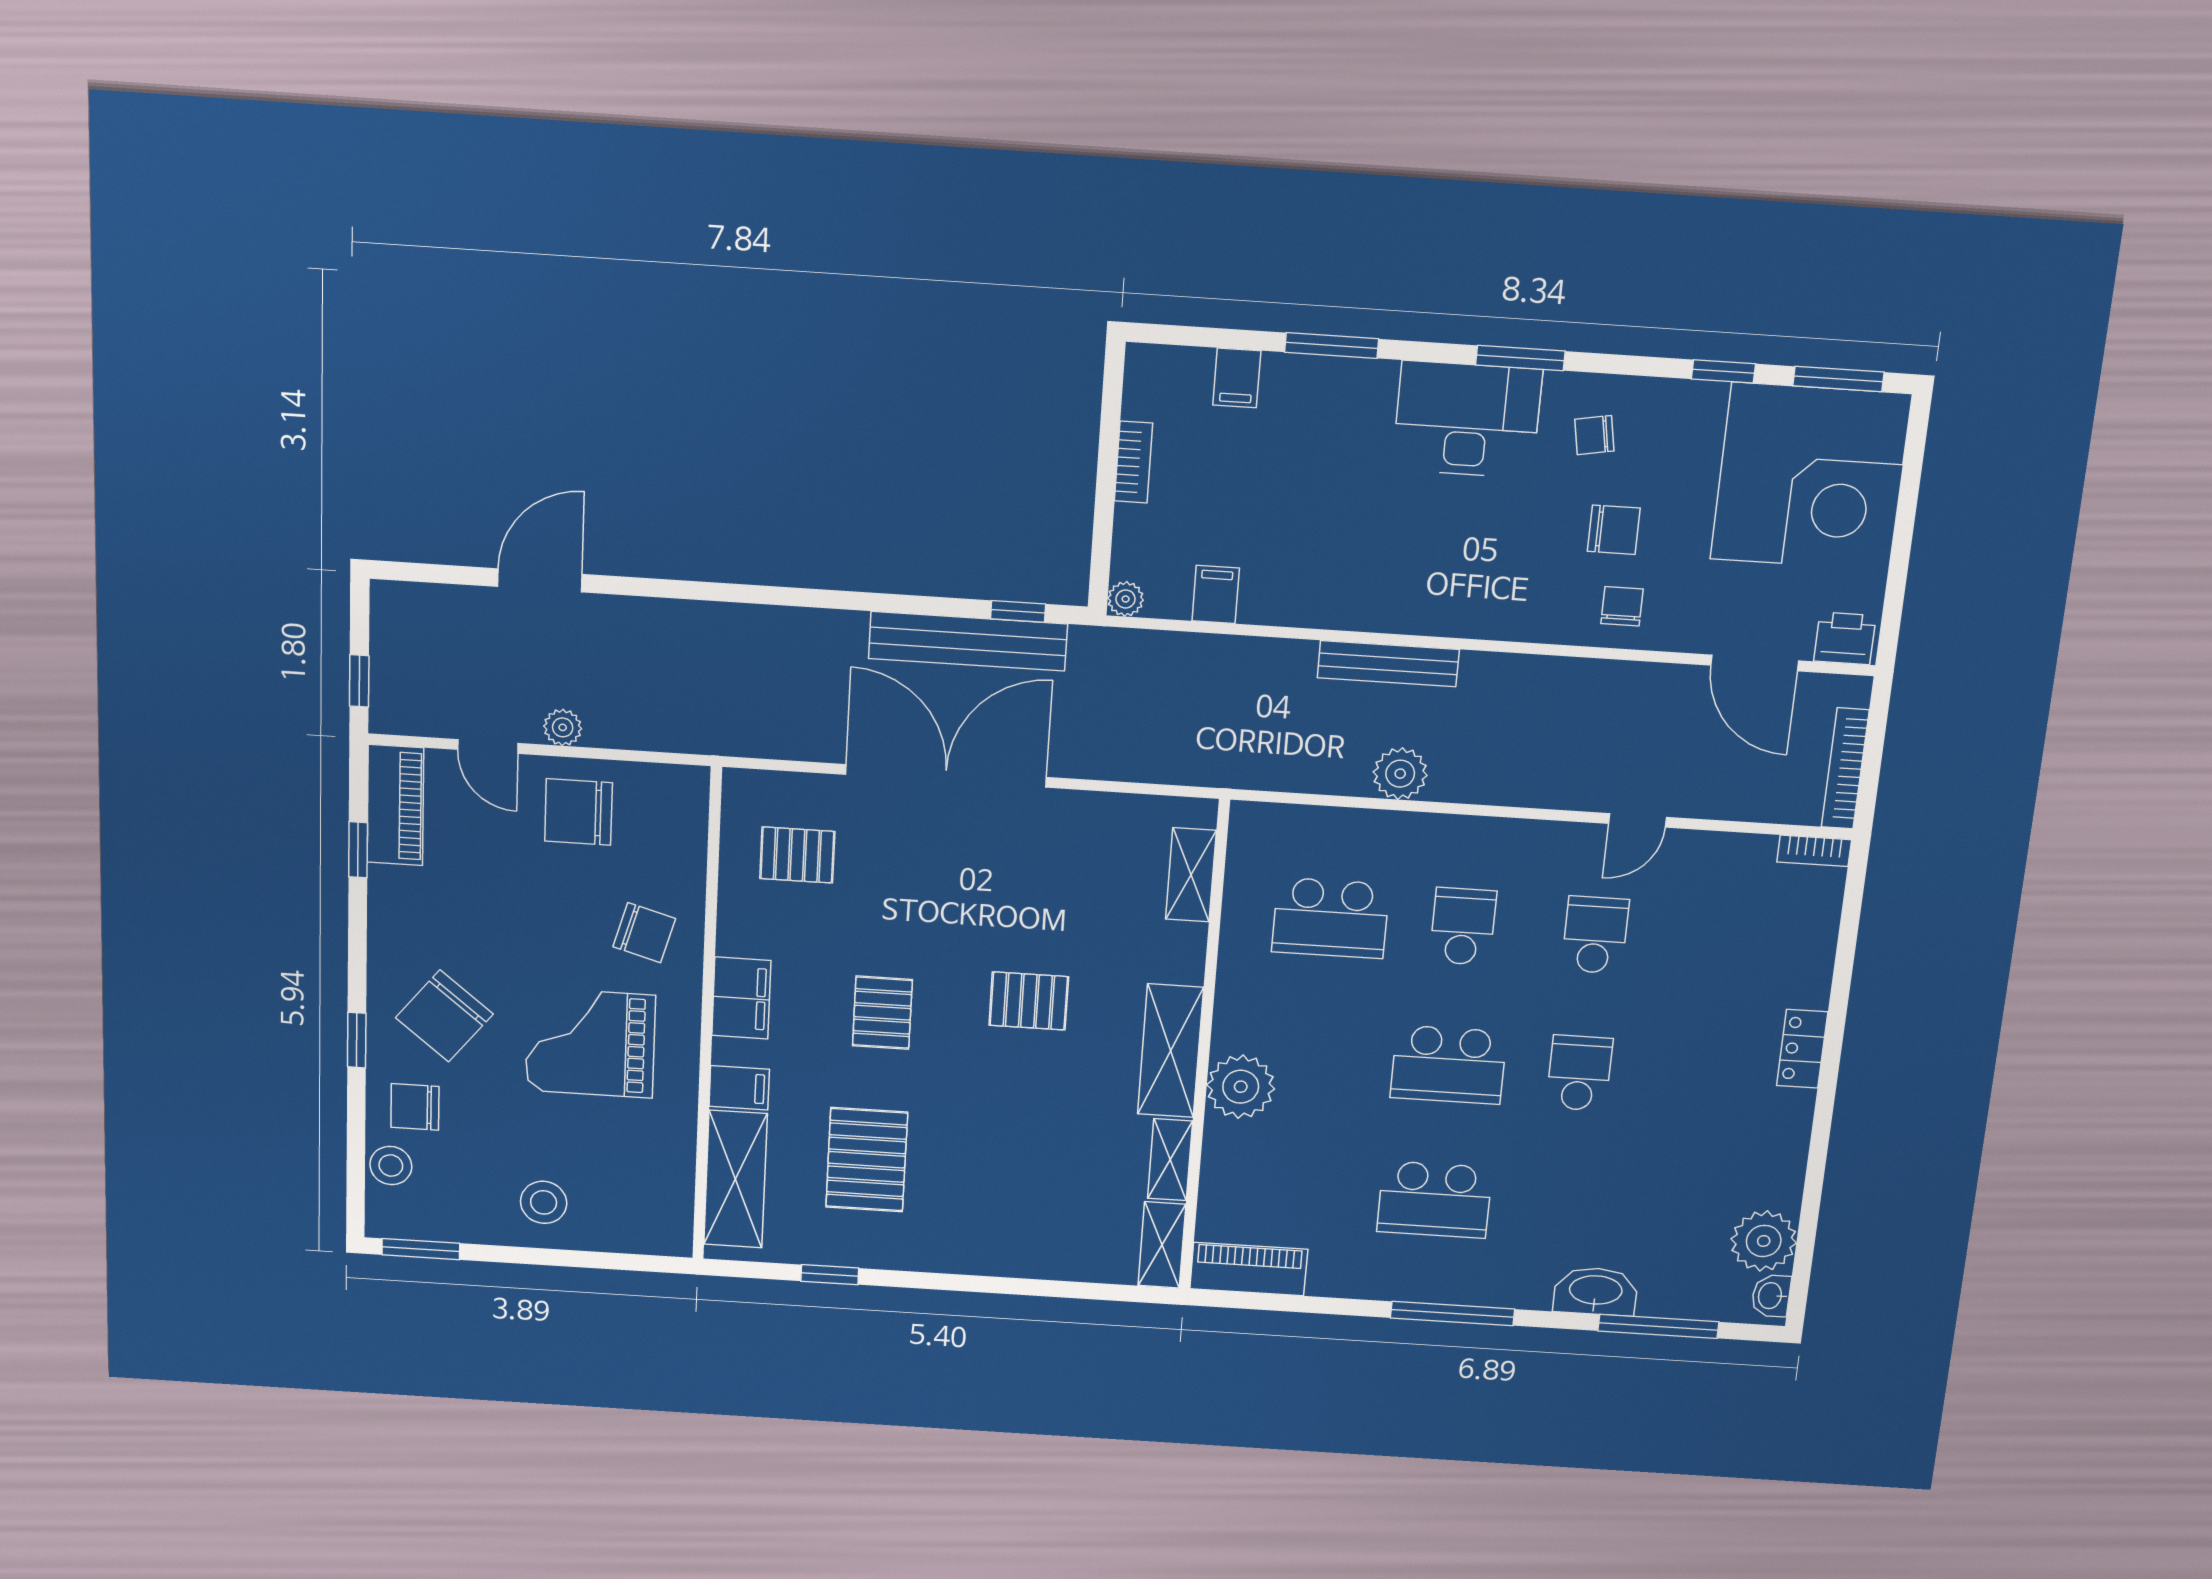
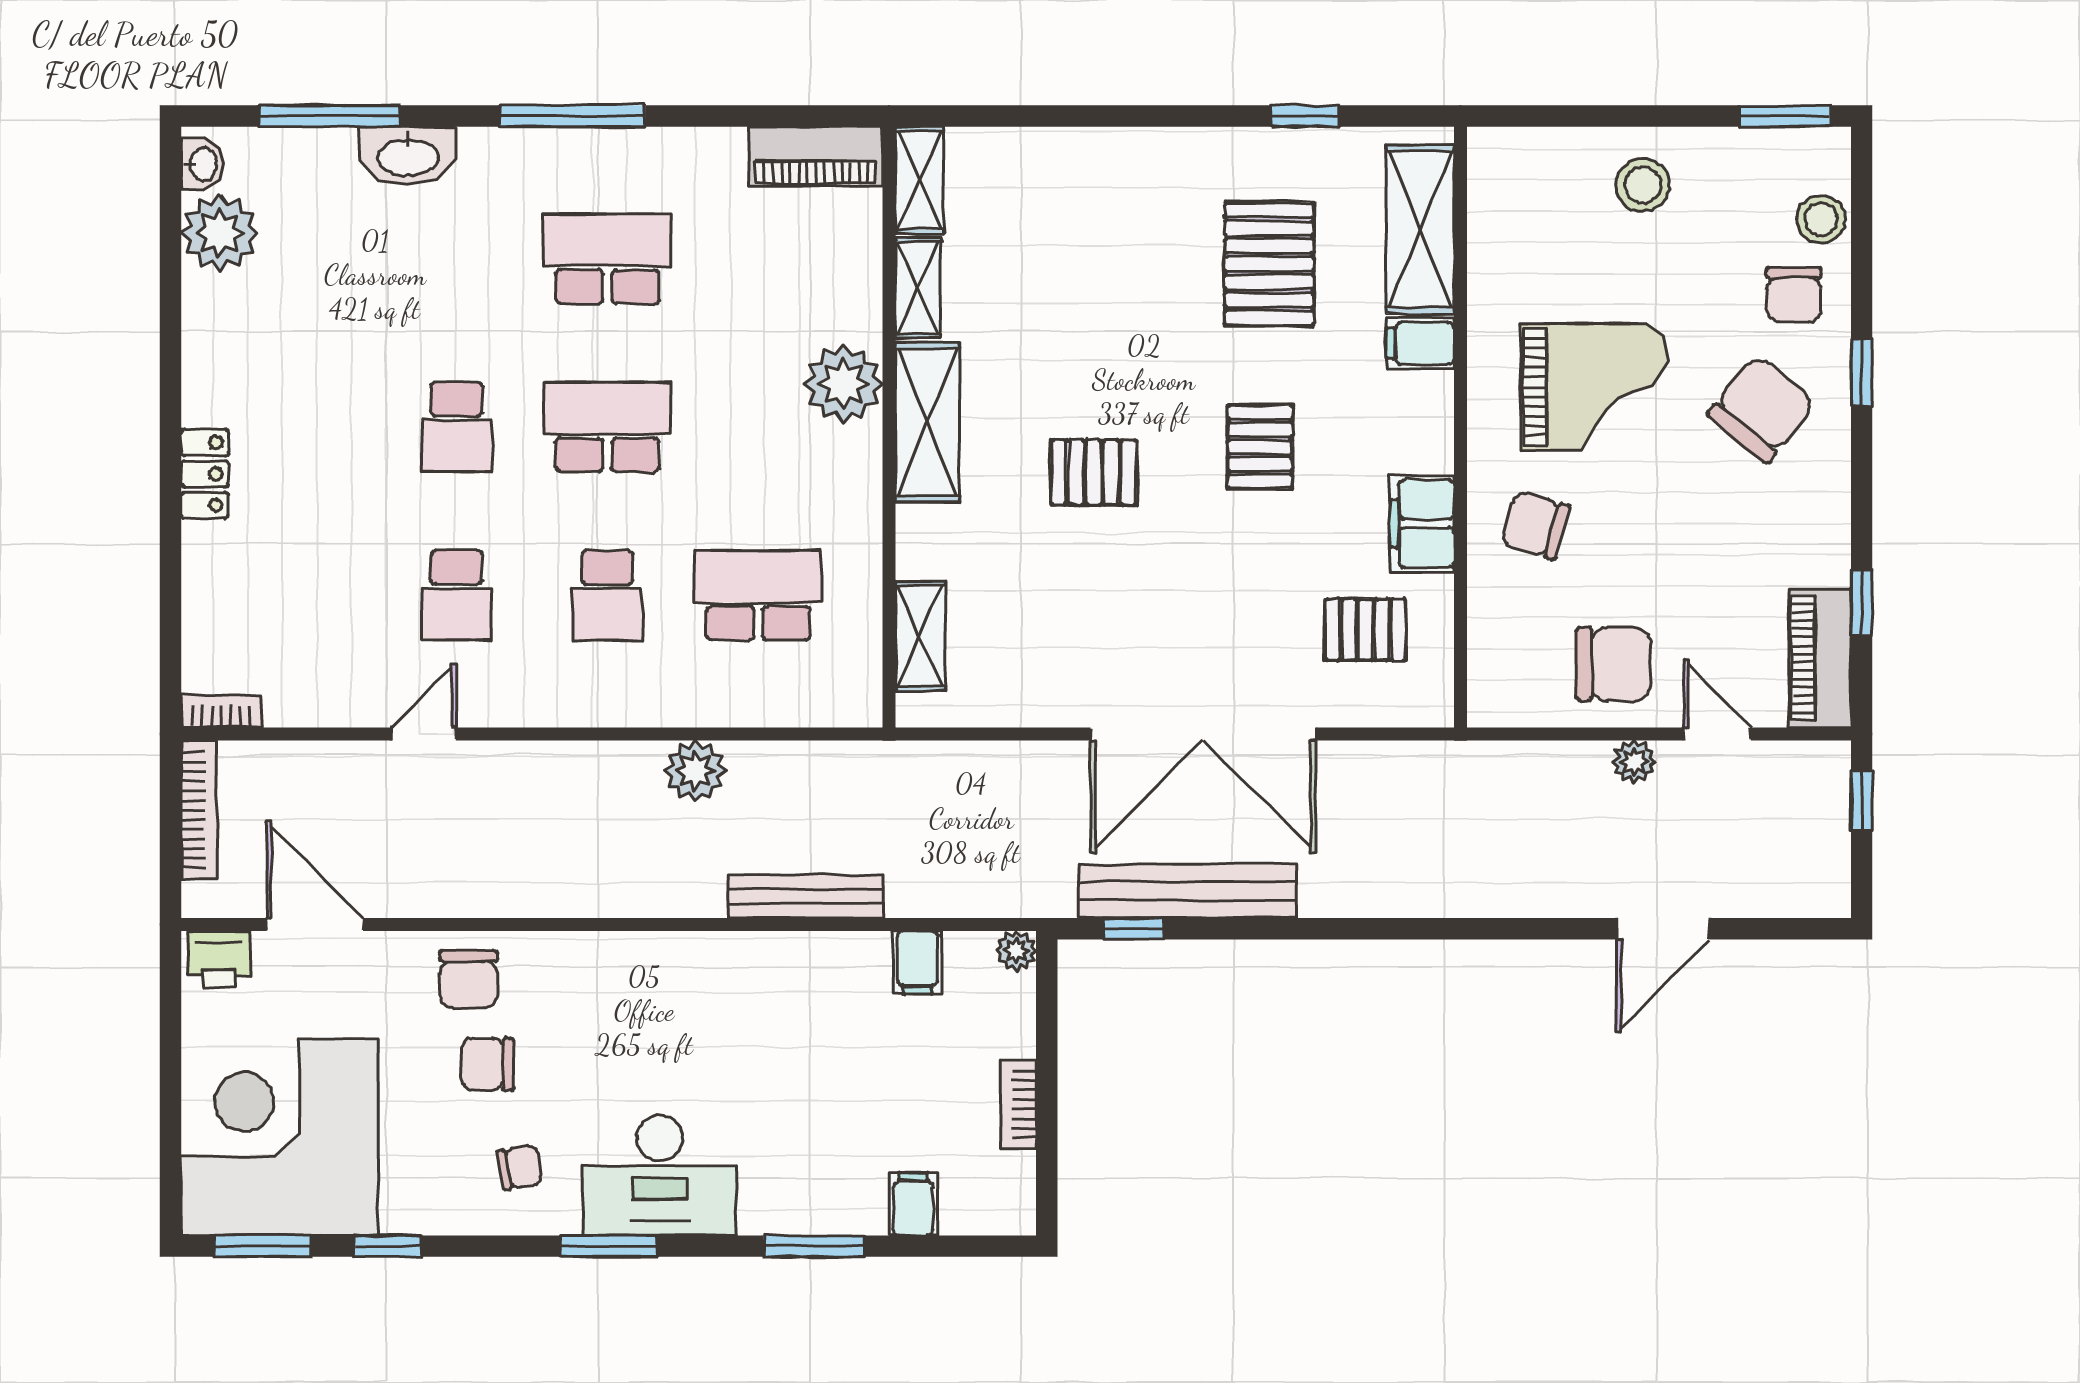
chair: (1622, 606) -> (469, 979), width x1.37, depth x1.37
bench: (1388, 664) -> (806, 896), moved
filing cabinet: (741, 998) -> (1422, 523), moved
chair: (415, 1107) -> (1794, 294), turned 90

